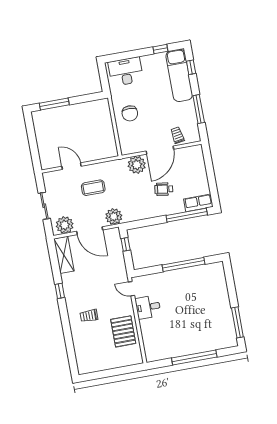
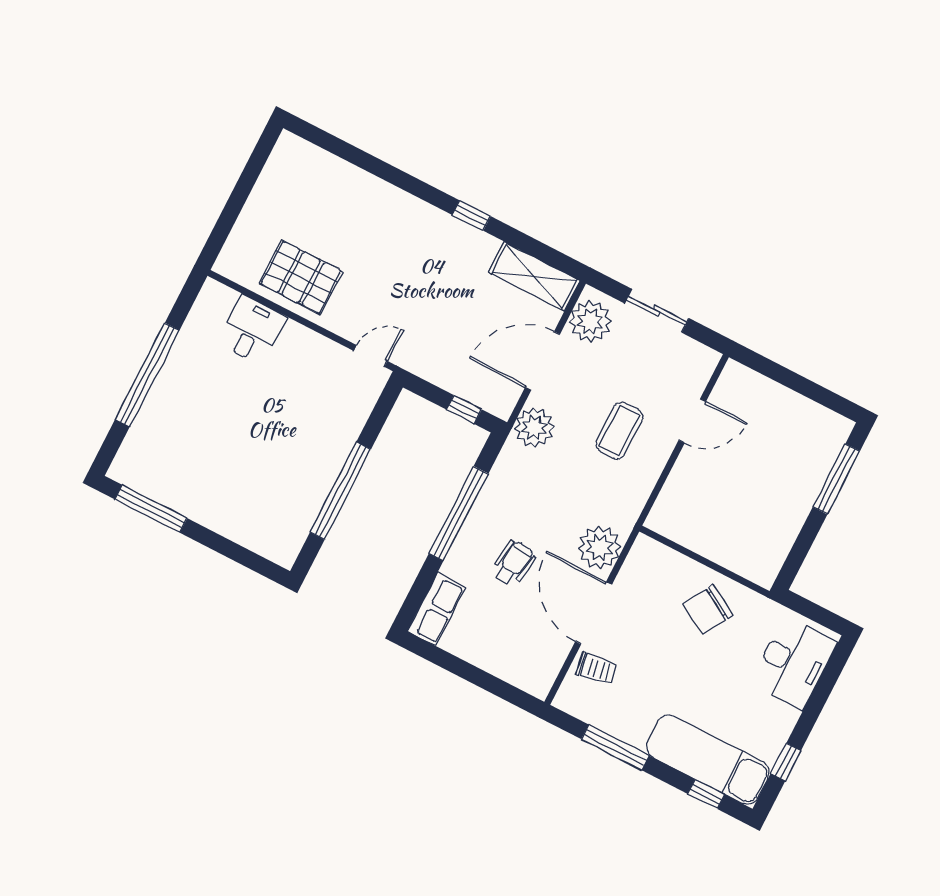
chair: (130, 113) -> (708, 610), turned -61
window: (187, 215) -> (459, 514), moved
desk: (148, 307) -> (252, 330), moved
trolley: (89, 316) -> (381, 235), removed

